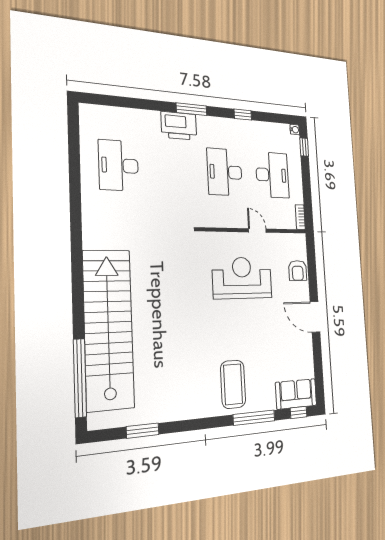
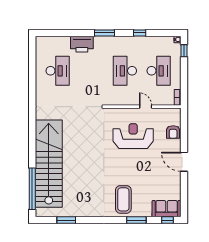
printer: (179, 126) -> (82, 44), moved
desk: (119, 165) -> (58, 71), turned 180
window: (254, 418) -> (136, 220), width x0.69

